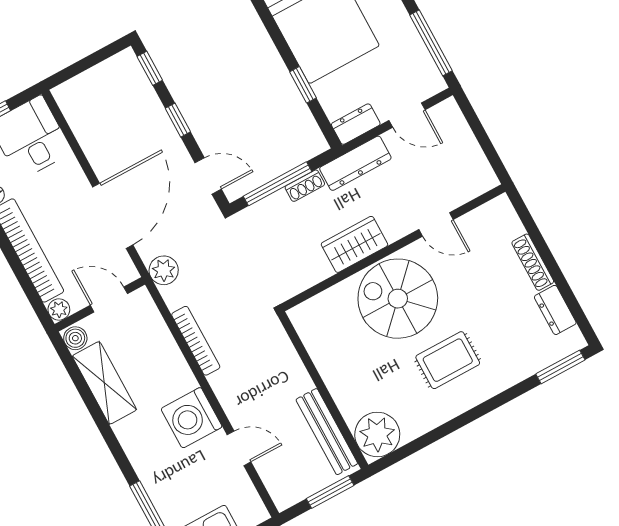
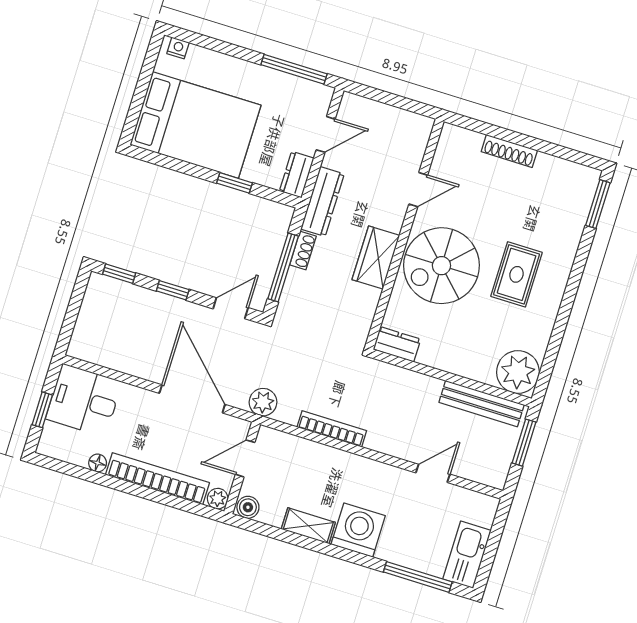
dresser: (555, 310) -> (397, 344), moved, turned 180
shelving: (104, 383) -> (308, 526), width x0.67, depth x0.75
washing machine: (192, 418) -> (358, 530), moved, turned 180

